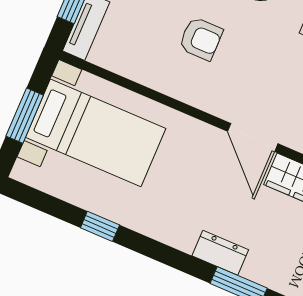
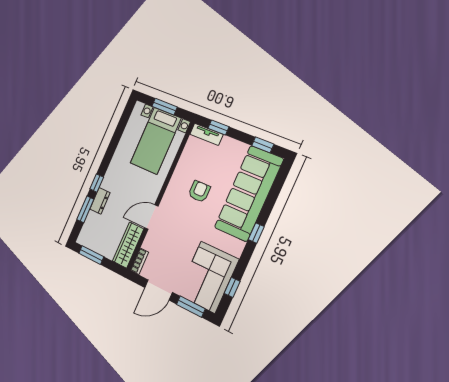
armchair: (201, 39) -> (199, 191), turned 180
window: (100, 226) -> (97, 183), moved

